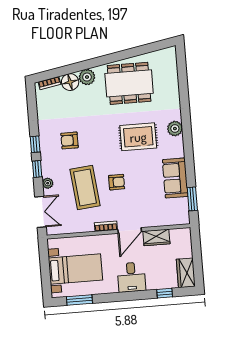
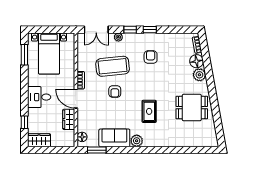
dining table: (129, 83) -> (192, 108), width x0.73
plant: (175, 129) -> (137, 141), moved
rug: (138, 137) -> (149, 111), width x0.73, depth x0.70
floor lamp: (177, 219) -> (82, 137), added

